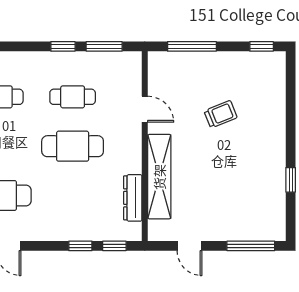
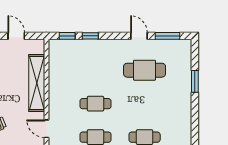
cafe table: (73, 146) -> (95, 104), width x0.73, depth x0.74
dresser: (133, 198) -> (55, 69), removed

